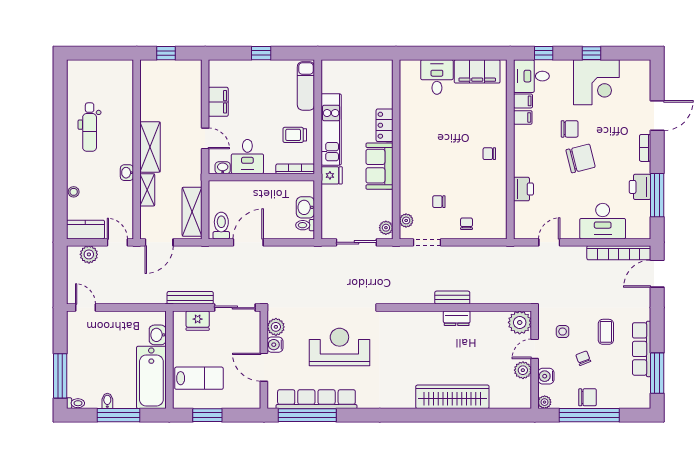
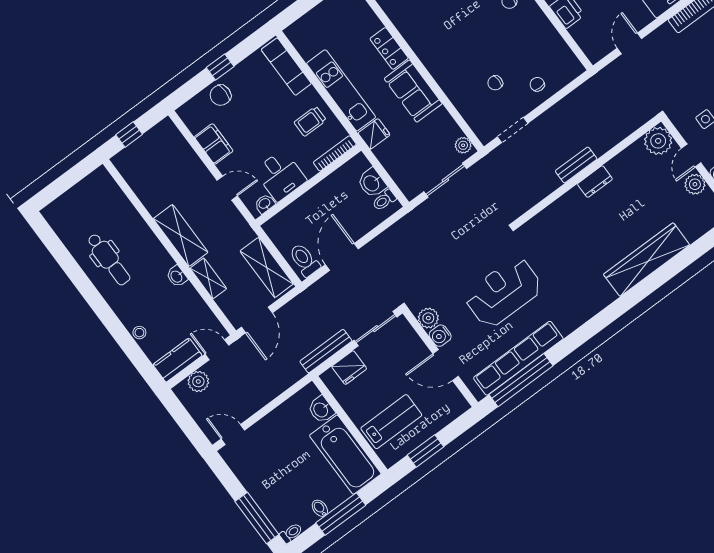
chair: (247, 72) -> (221, 95), added
plant: (406, 220) -> (477, 124), removed

